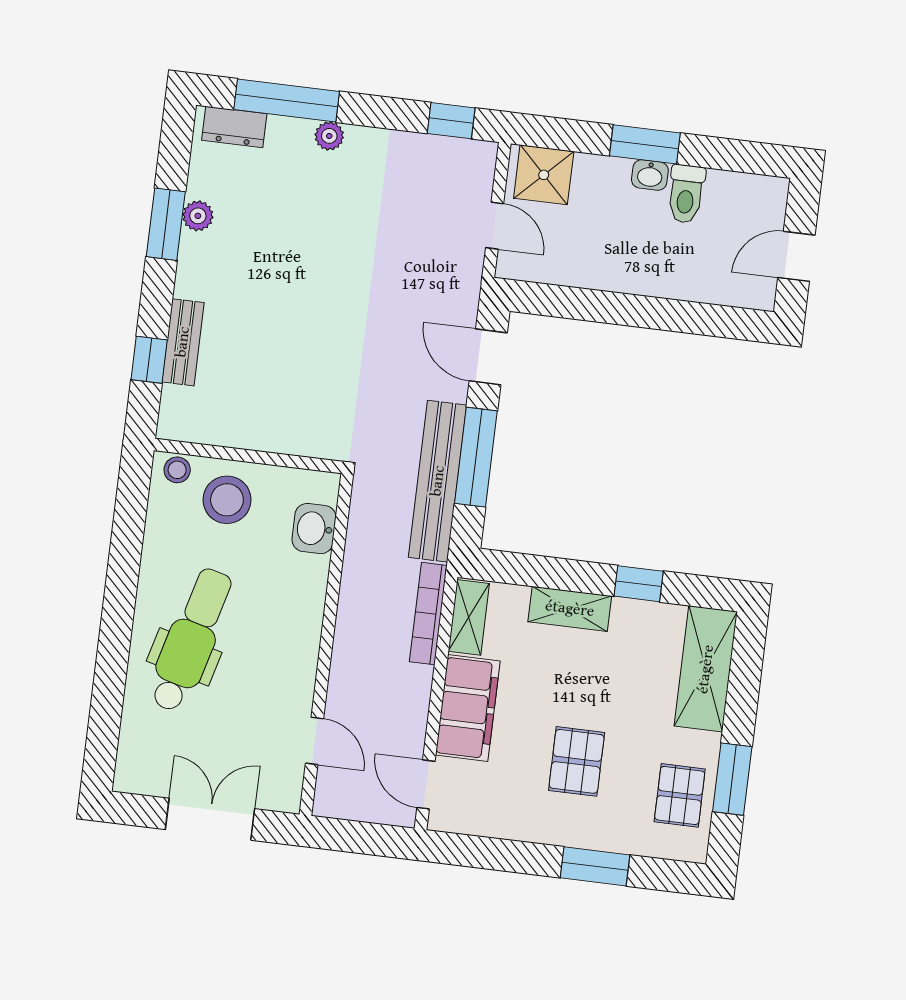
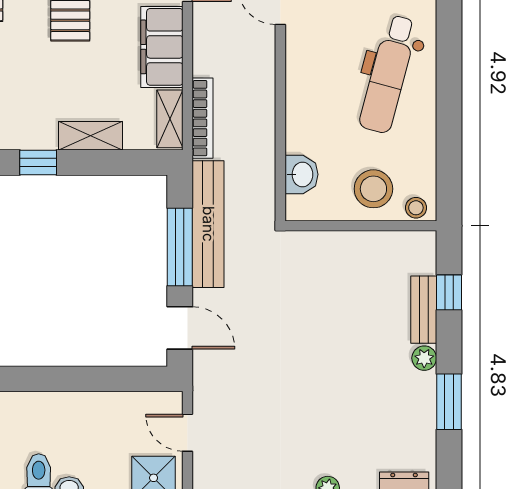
plant: (198, 216) -> (424, 358), moved

